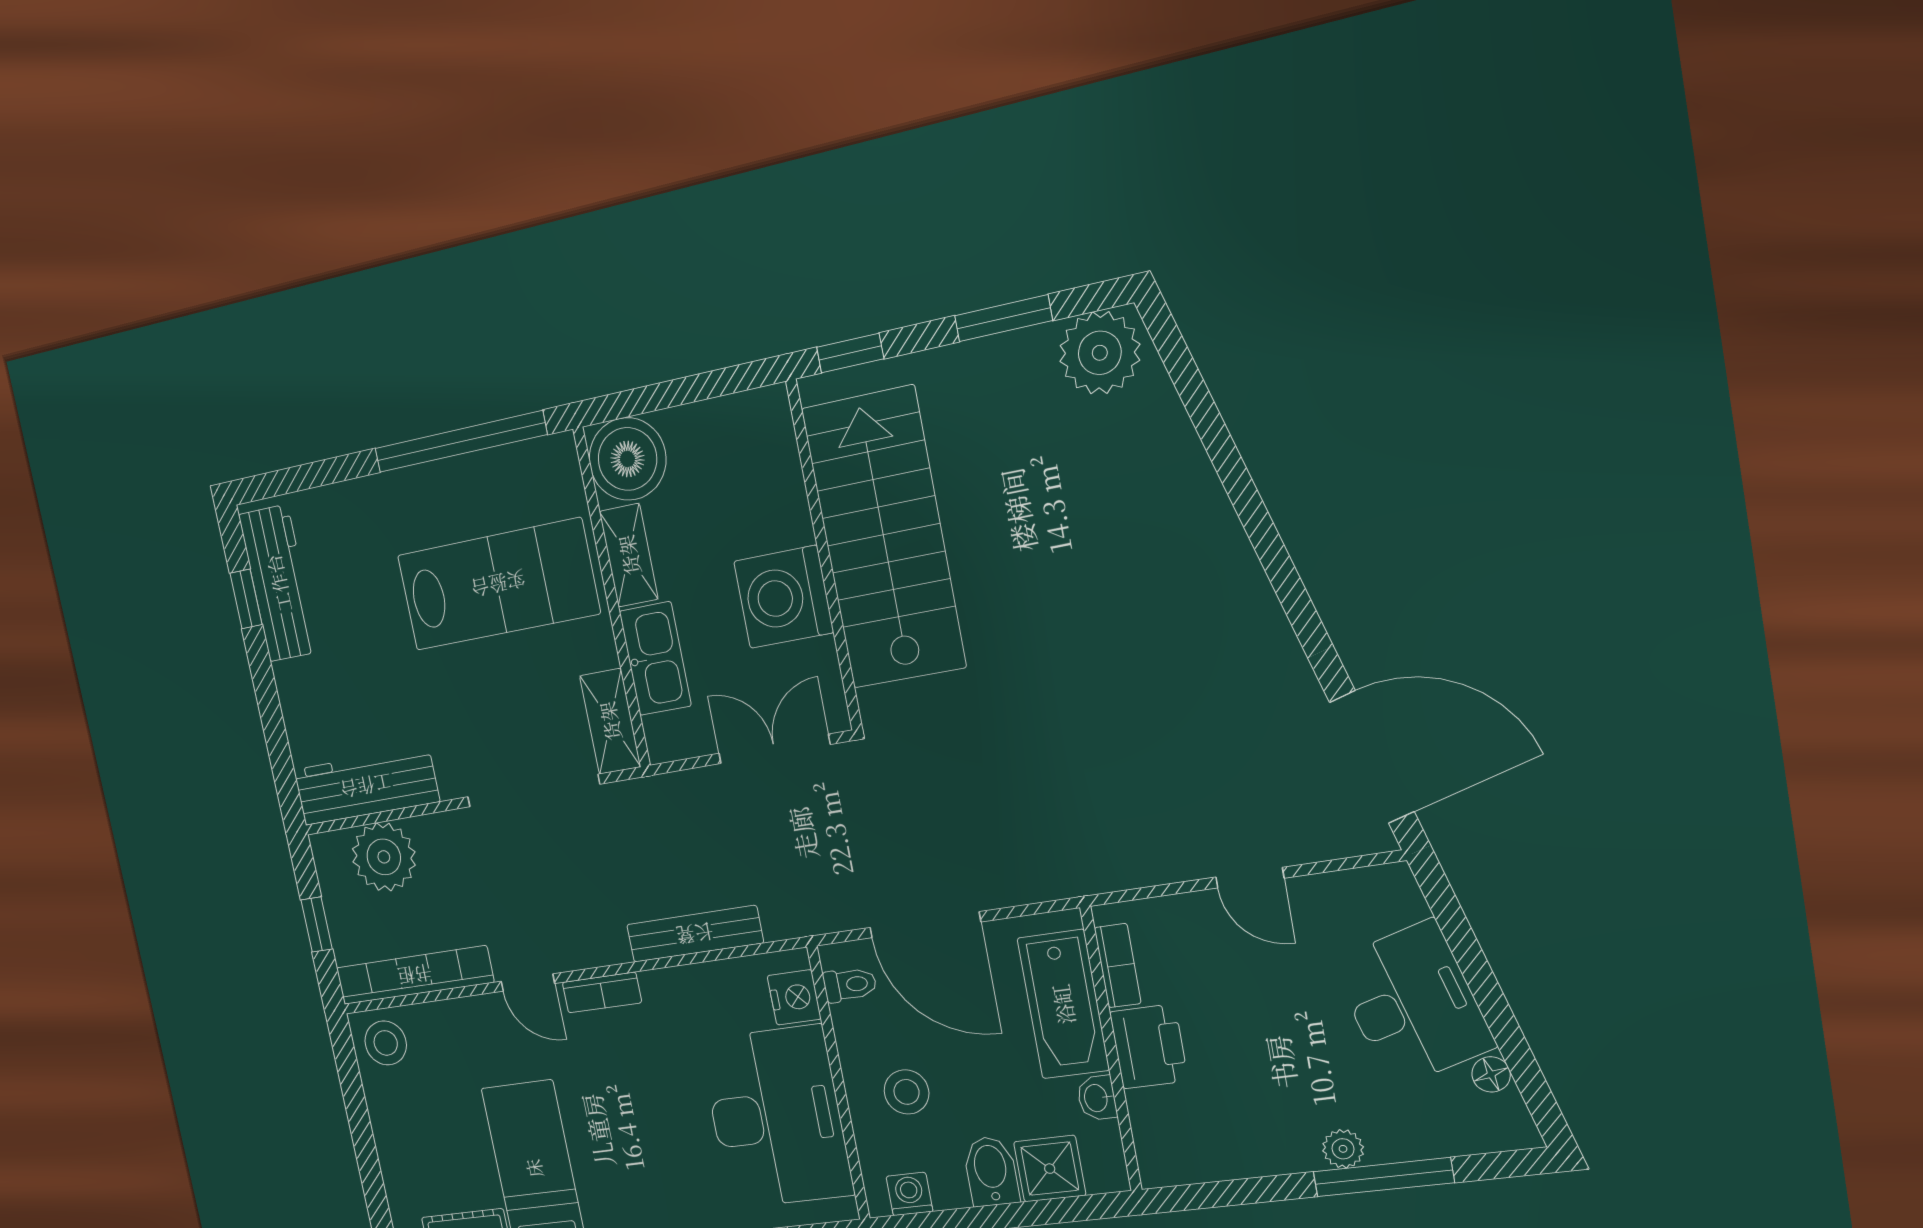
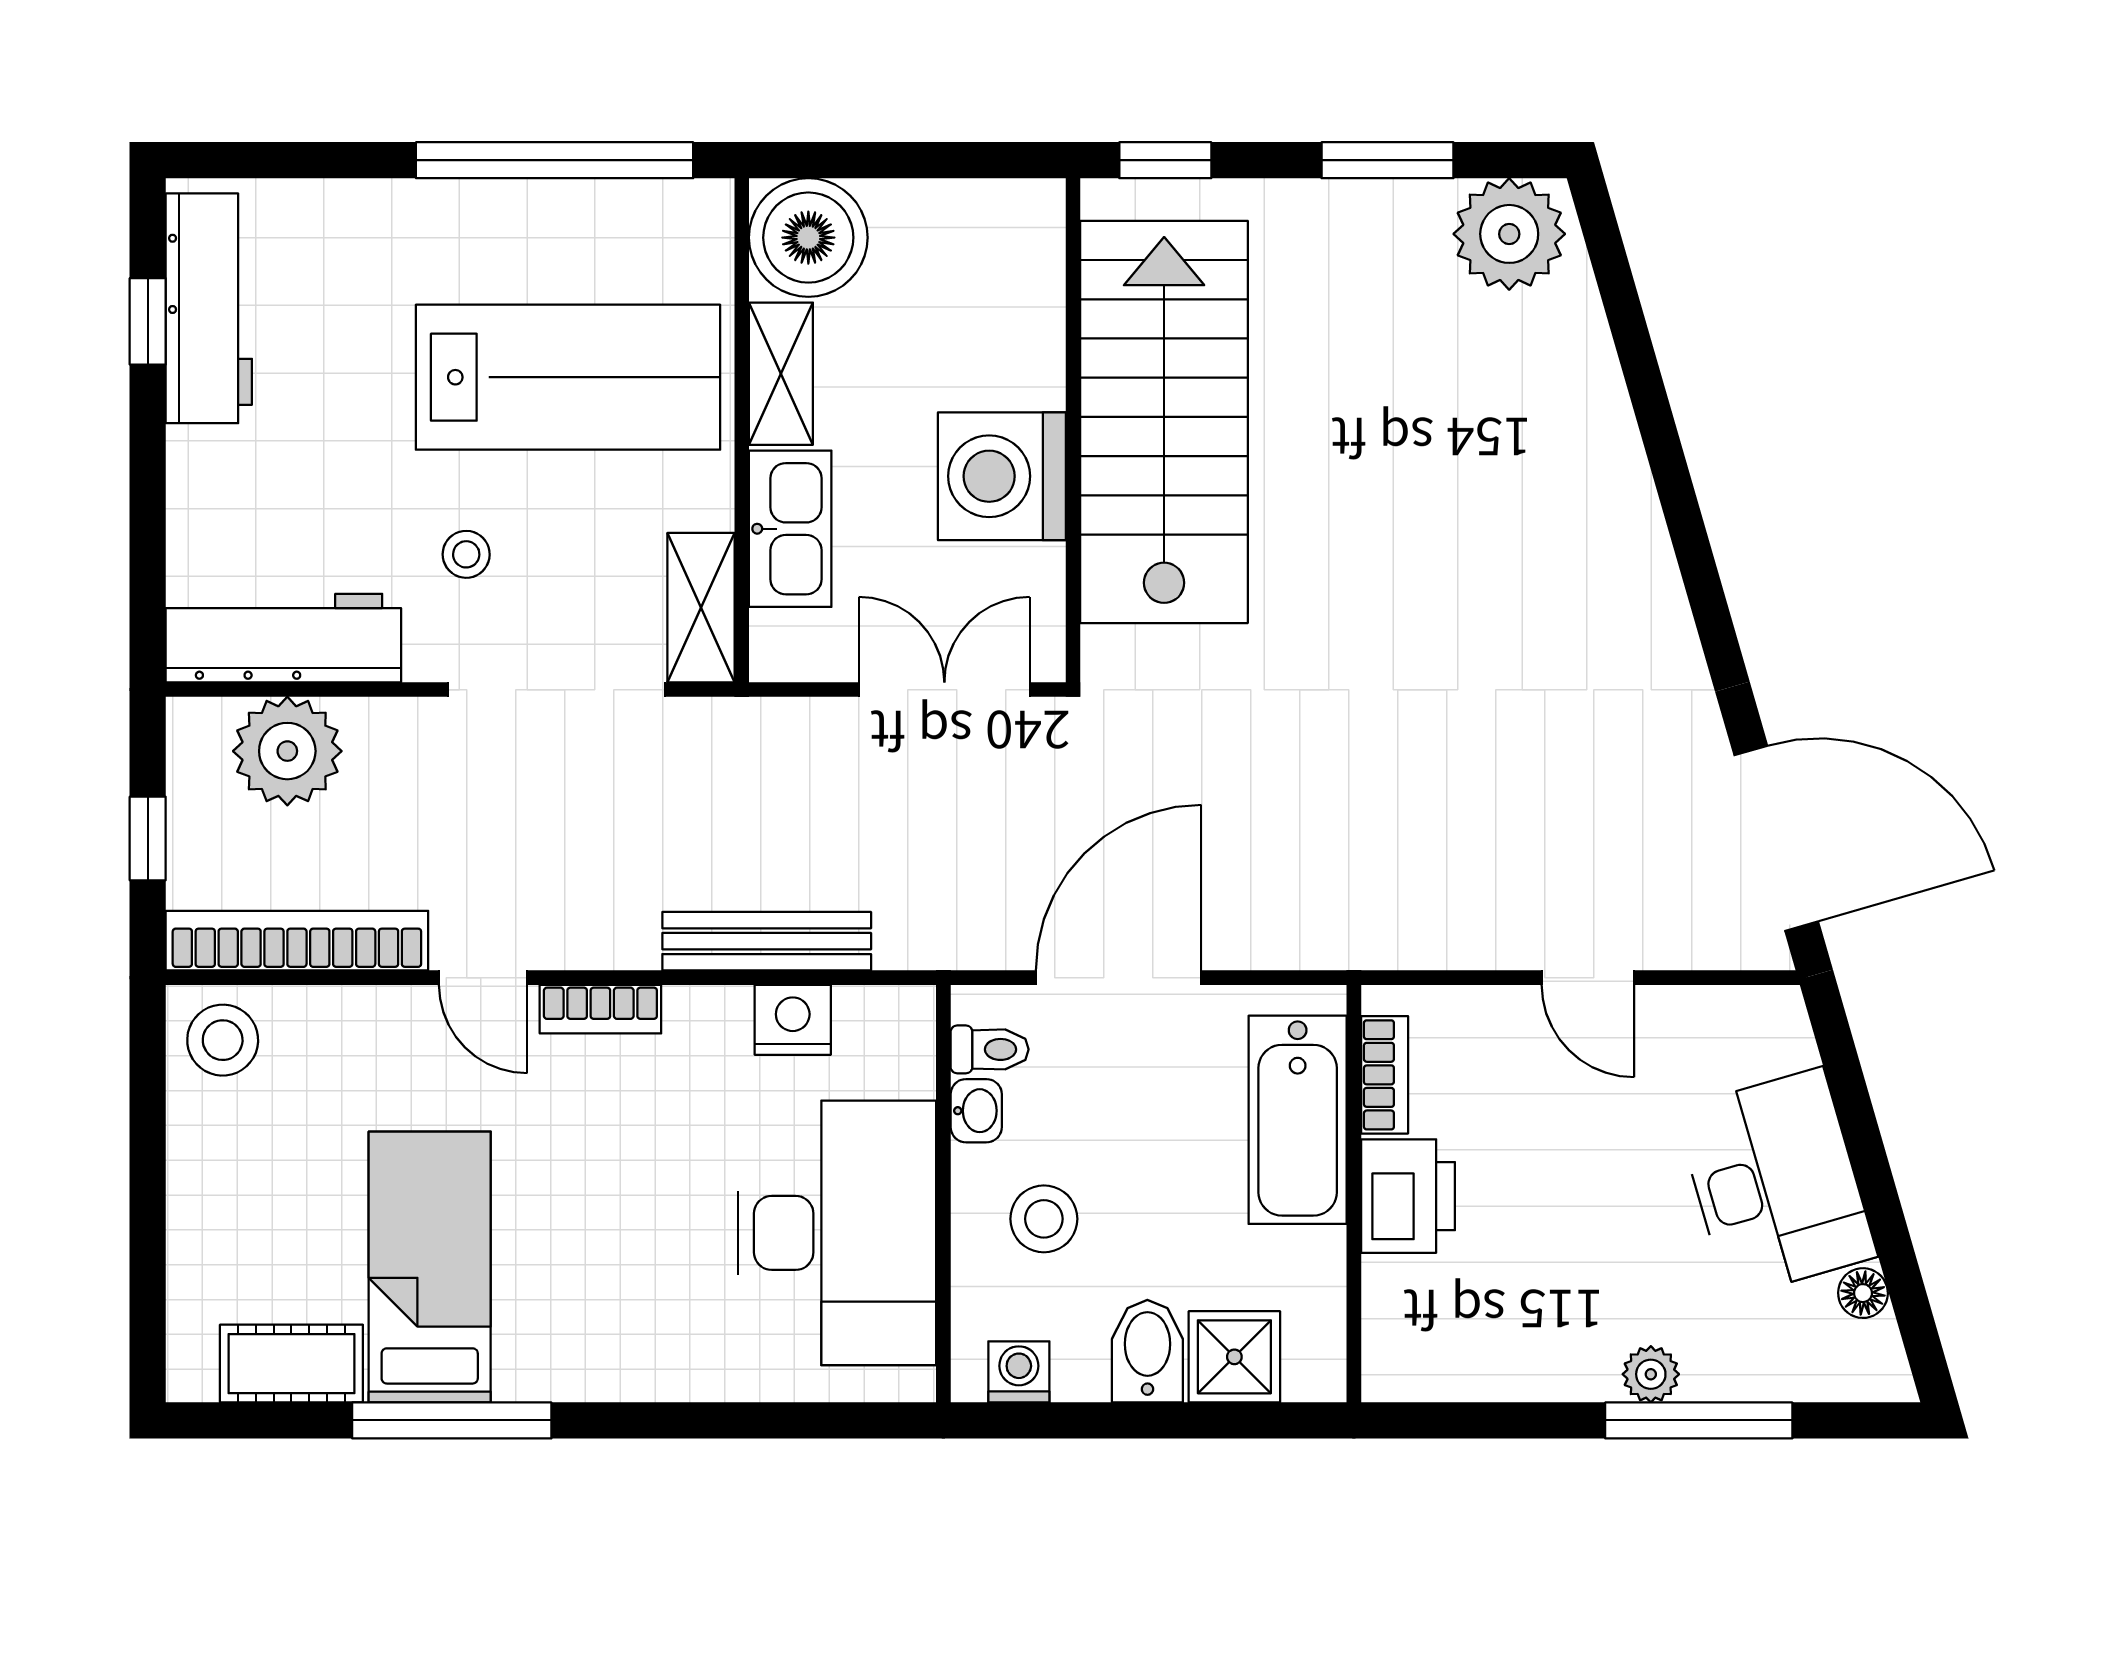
stool: (461, 713) -> (466, 554), added
door: (925, 925) -> (1119, 978), swing flipped
nightstand: (794, 997) -> (793, 1020), moved, turned -90
washbasin: (1097, 1098) -> (976, 1111), moved, turned 180

